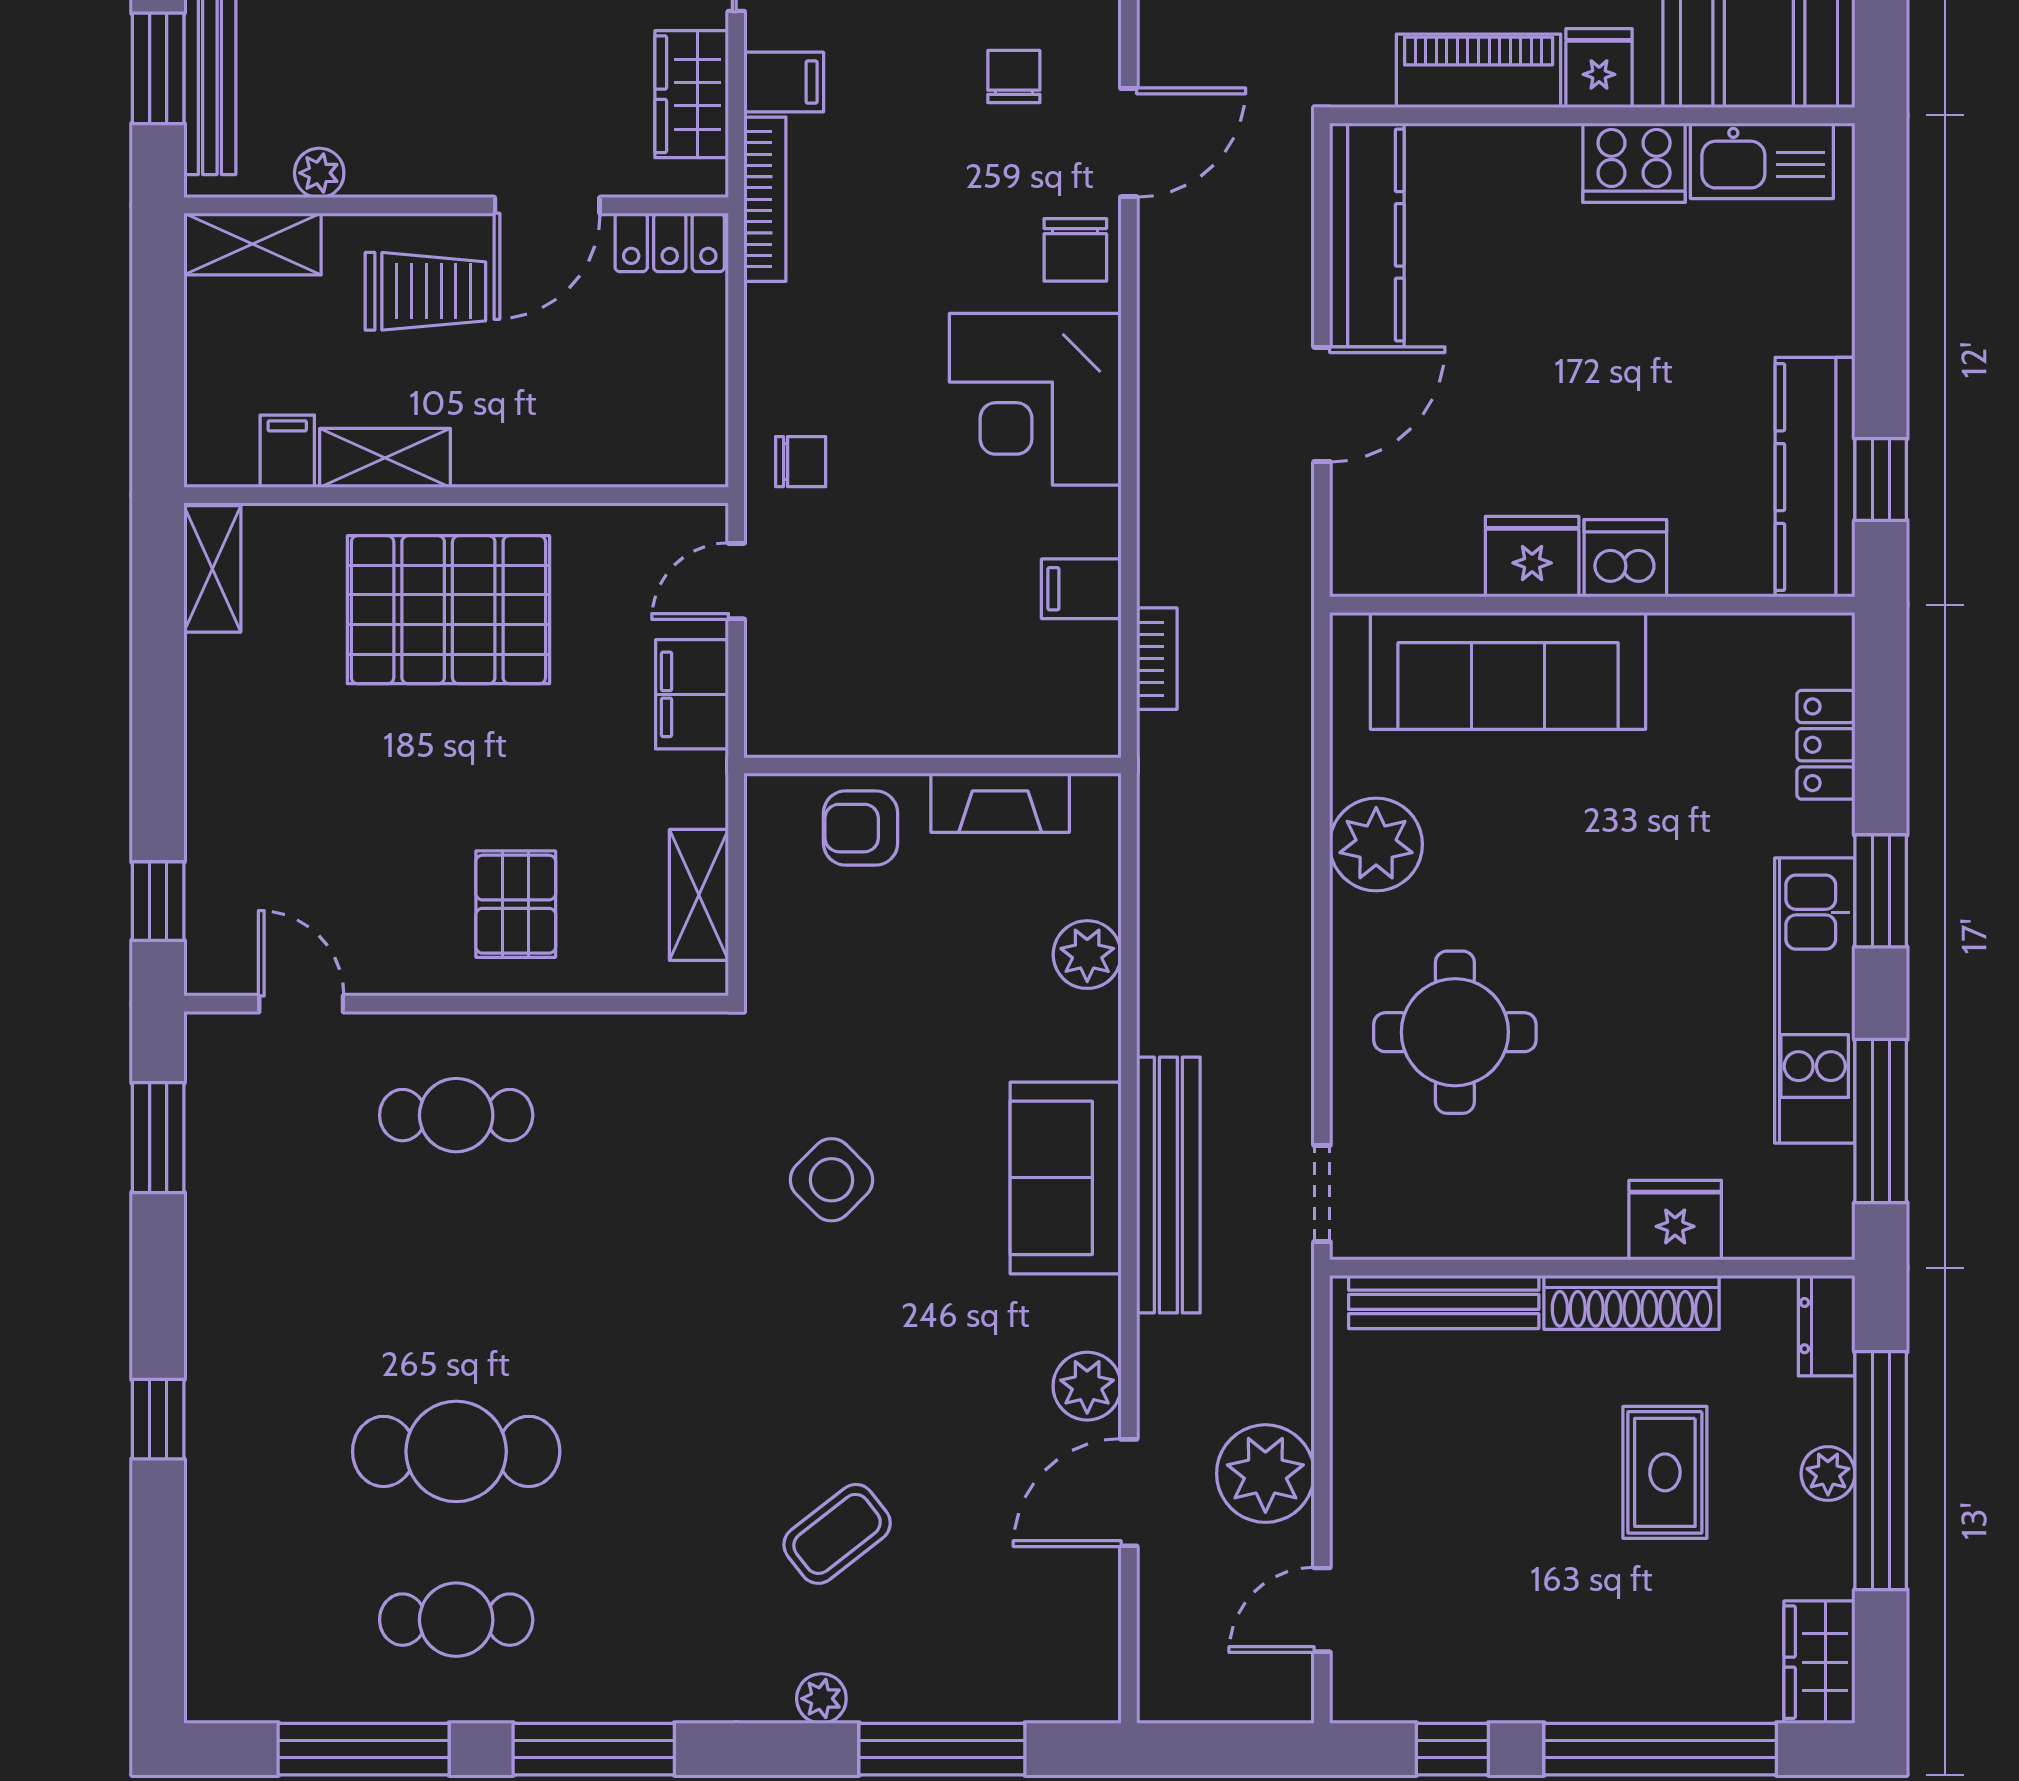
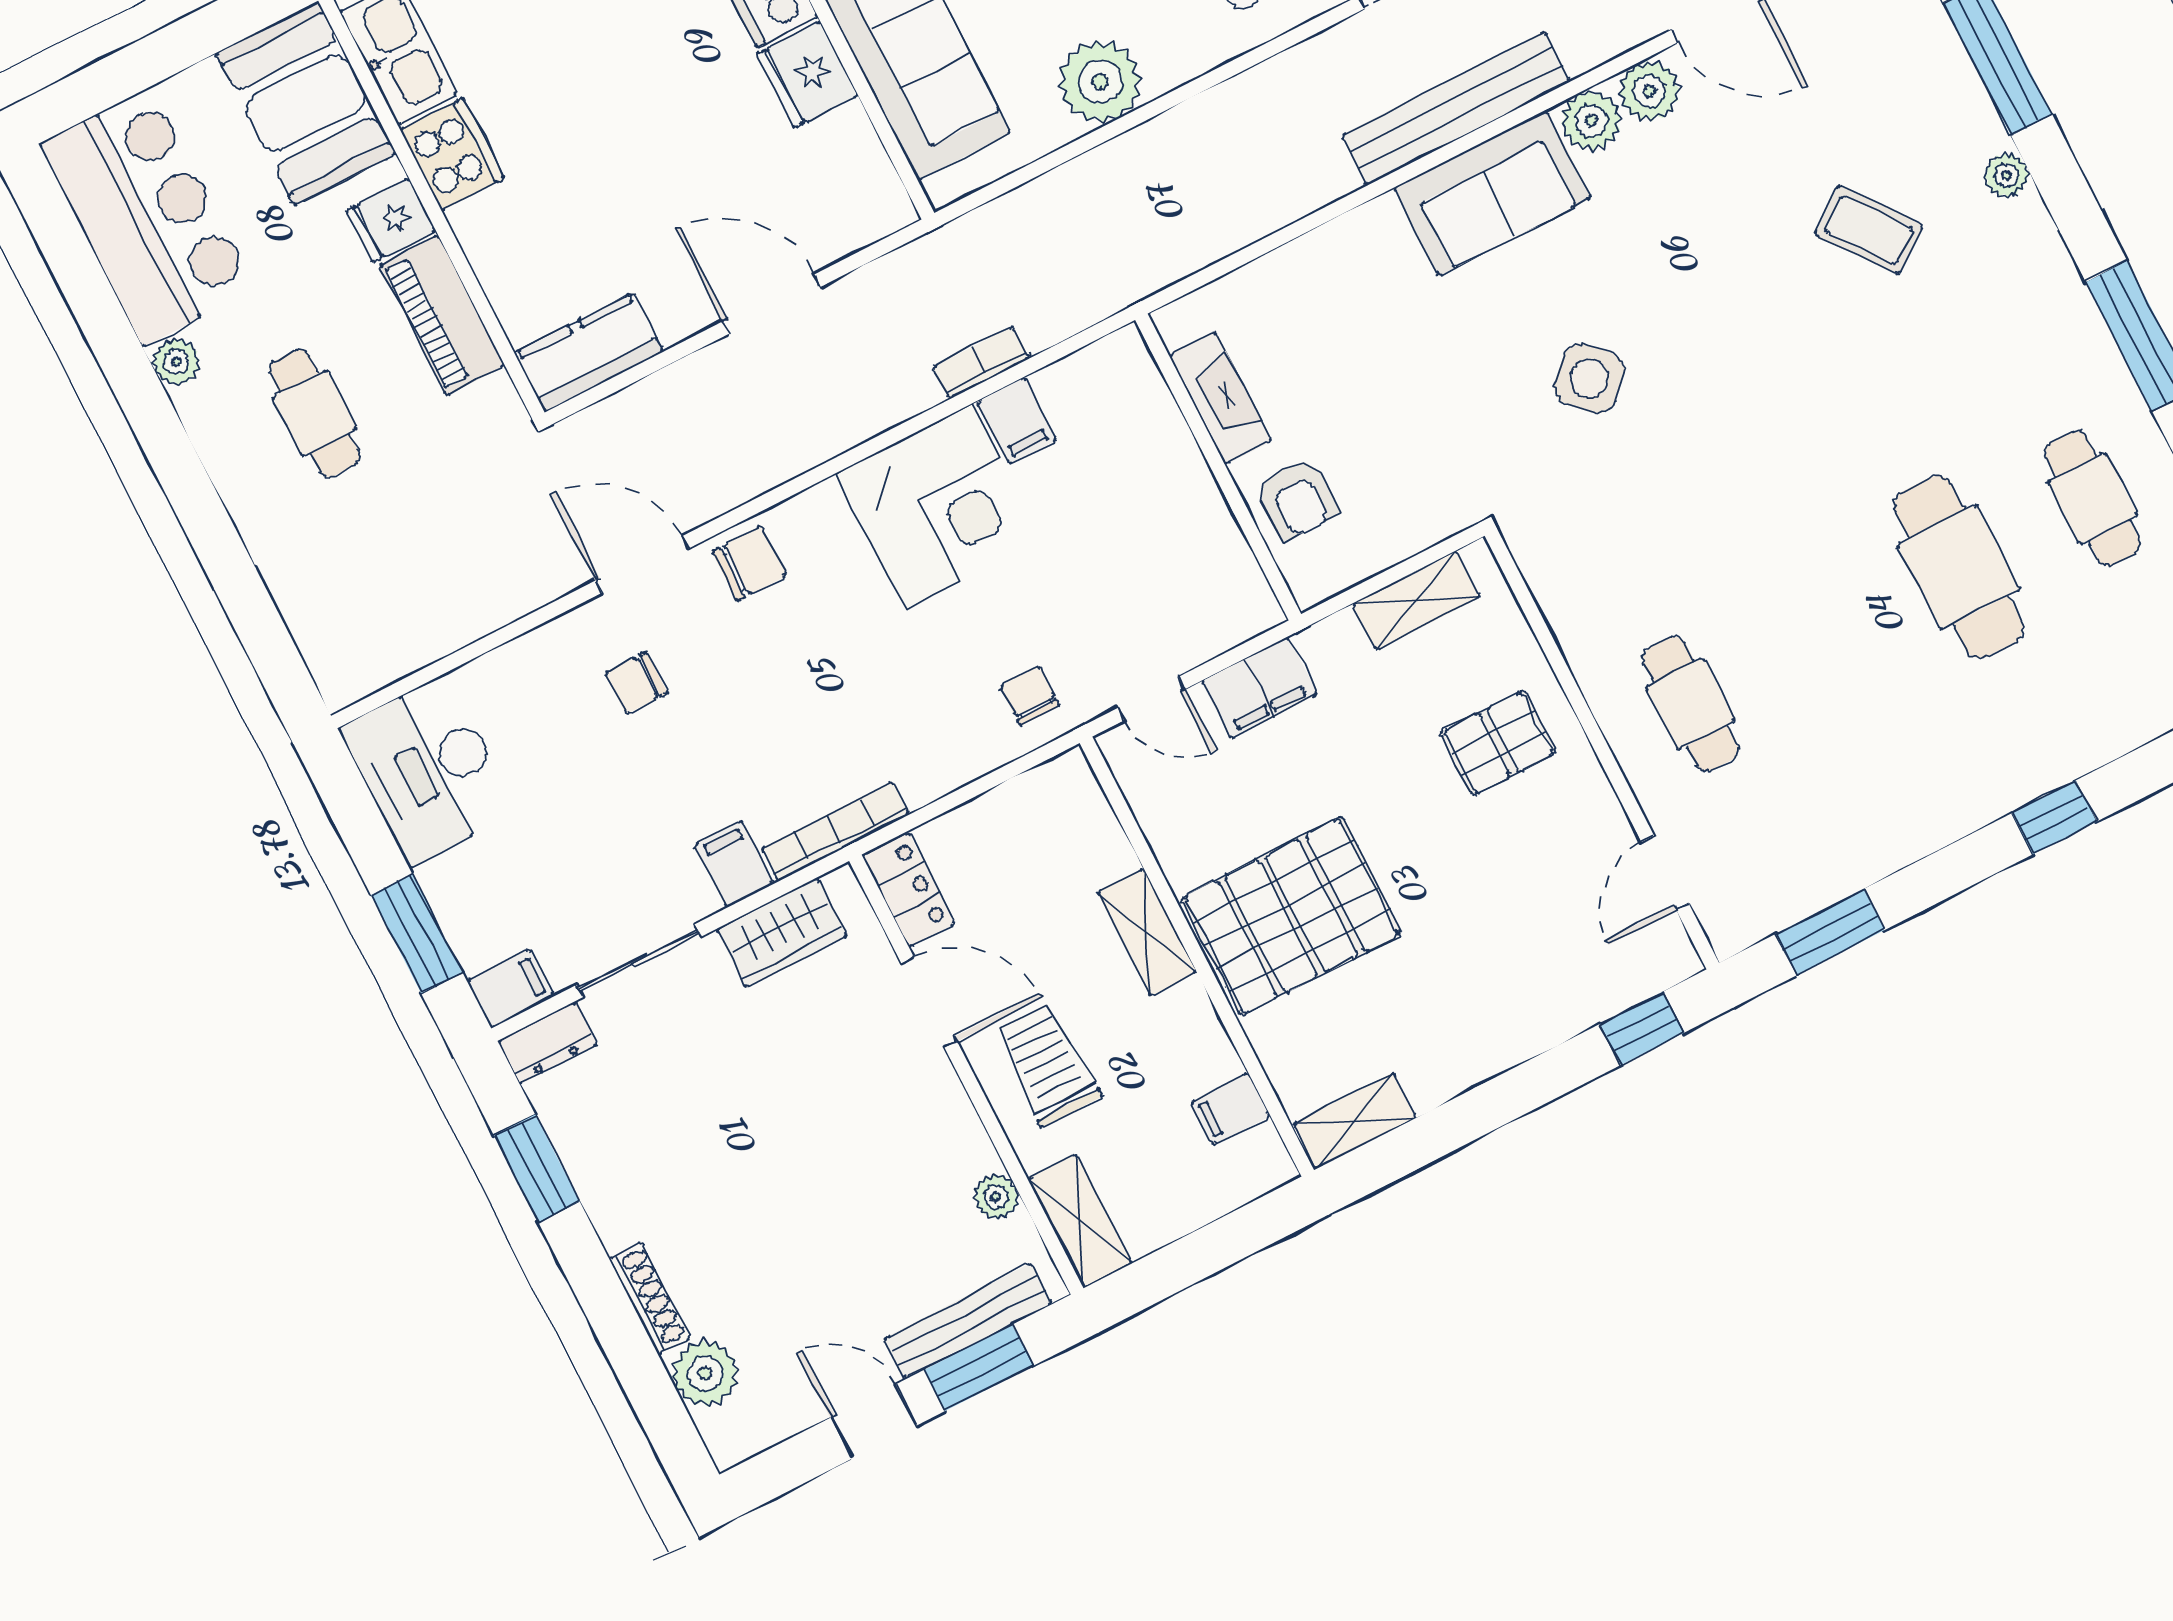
kitchen counter: (1367, 235) -> (589, 352), width x0.67
corner desk: (1035, 399) -> (939, 507), moved
shelving: (385, 458) -> (1147, 932), moved
pallet: (448, 610) -> (1291, 916), turned 90
bookcase: (1157, 659) -> (981, 363), moved
plant: (1087, 955) -> (1591, 121), moved

